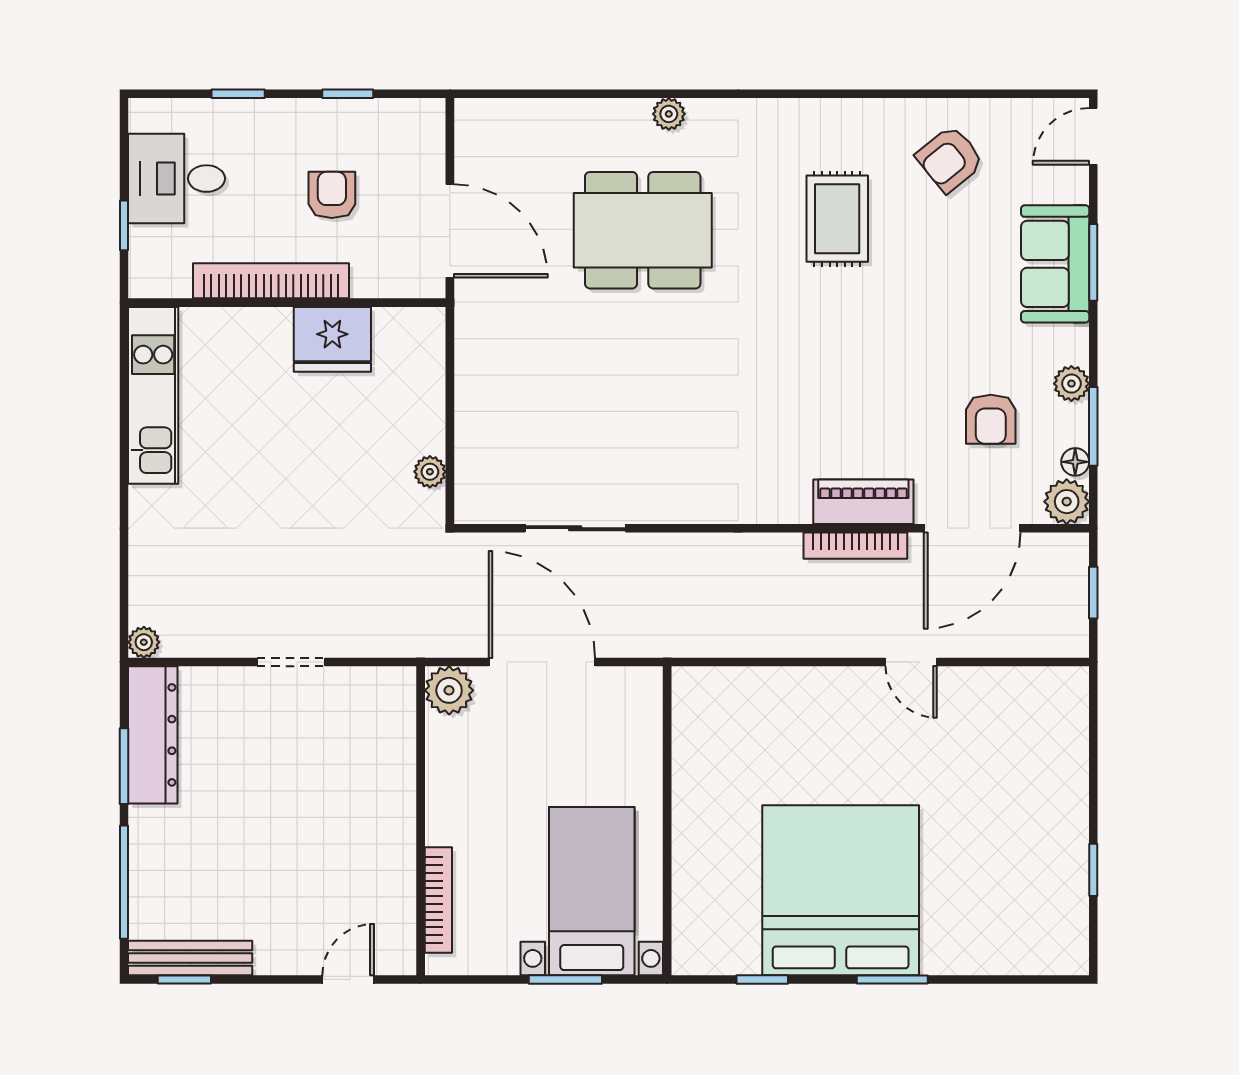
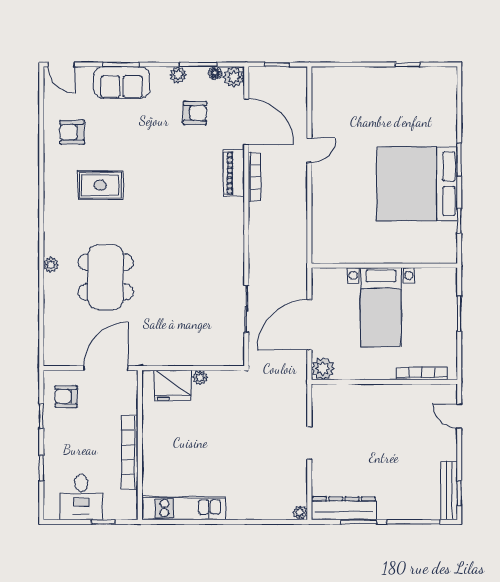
armchair: (950, 159) -> (72, 132), turned 128
armchair: (332, 195) -> (66, 397), moved
fridge: (332, 339) -> (173, 385), moved, turned 90
plant: (430, 472) -> (200, 378), moved
bed with nightstands: (592, 891) -> (381, 307), moved, turned -90

